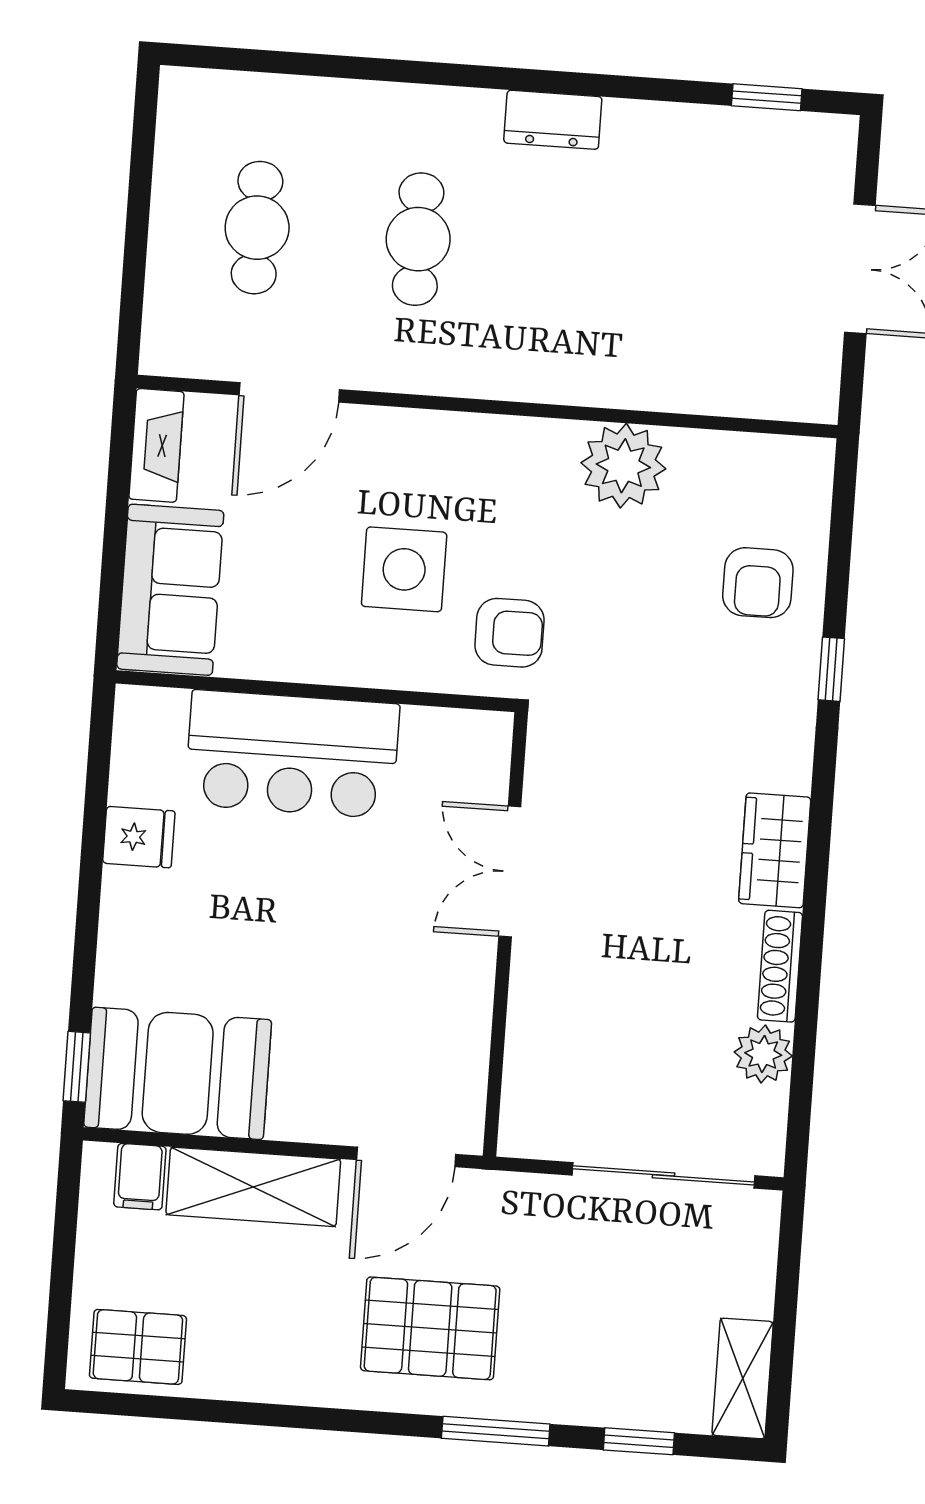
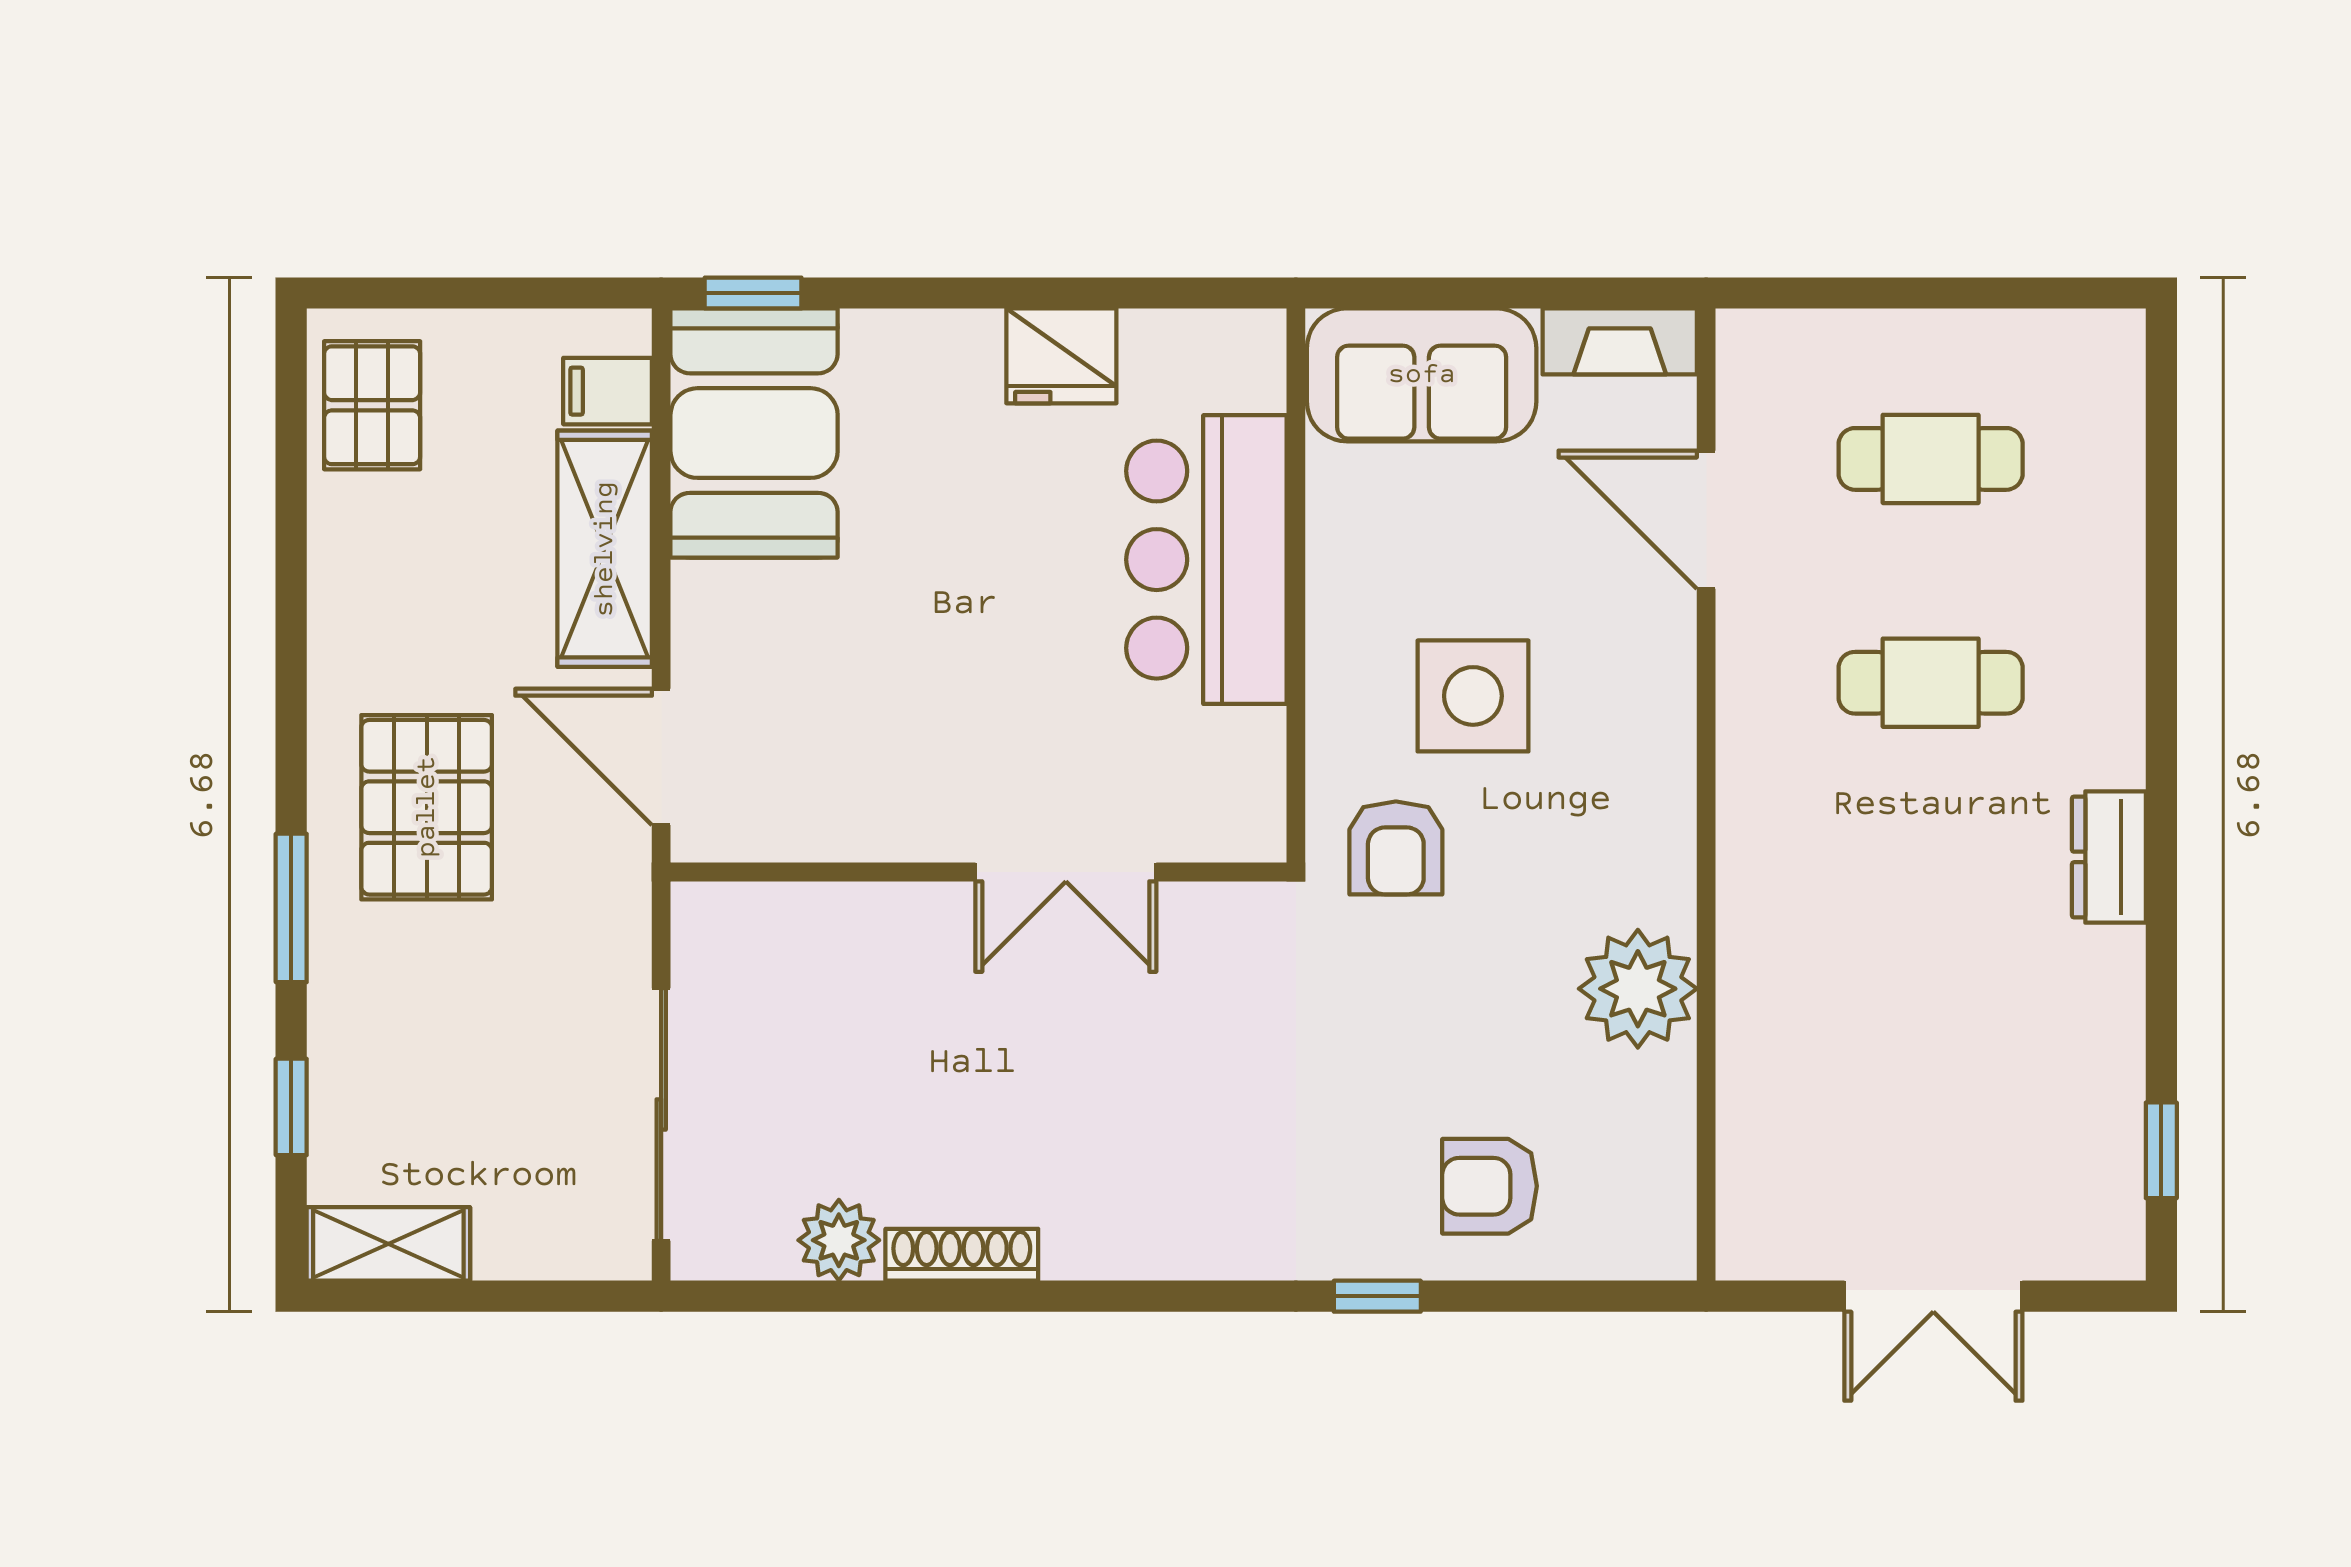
fridge: (139, 837) -> (1061, 356), width x1.38
wardrobe: (775, 850) -> (1121, 1236), removed
double door: (510, 872) -> (1066, 872), swing flipped

